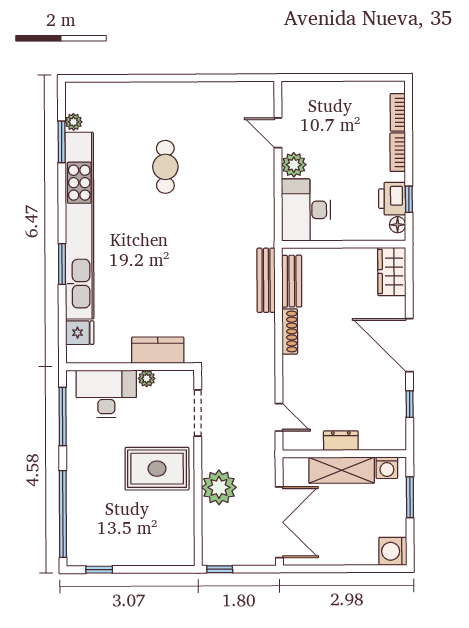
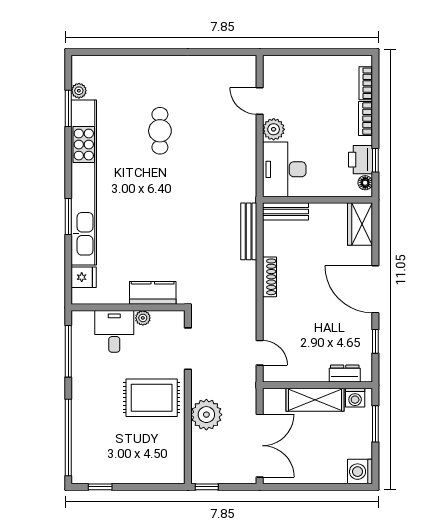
bench: (292, 281) -> (286, 211), moved, turned 90
desk: (106, 394) -> (114, 331), width x0.73
dresser: (341, 441) -> (345, 374), moved

